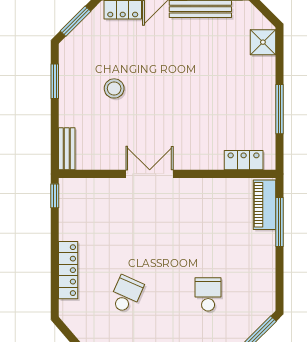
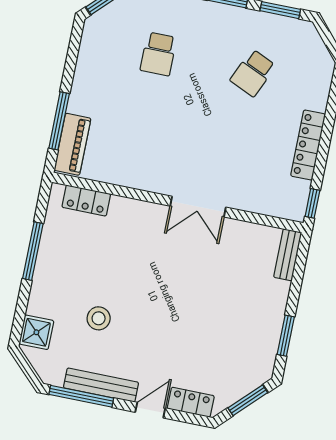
stool: (114, 88) -> (99, 318), moved
locker: (68, 270) -> (308, 145), moved

